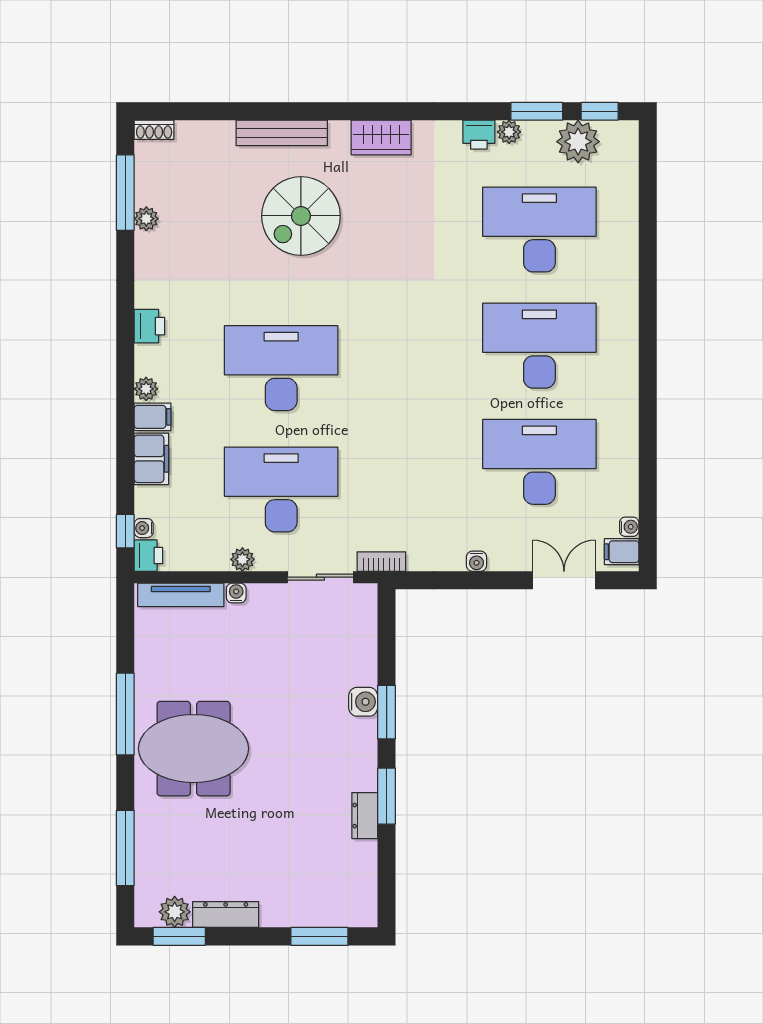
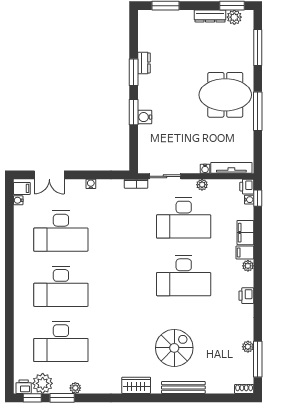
printer: (479, 135) -> (24, 387), moved

